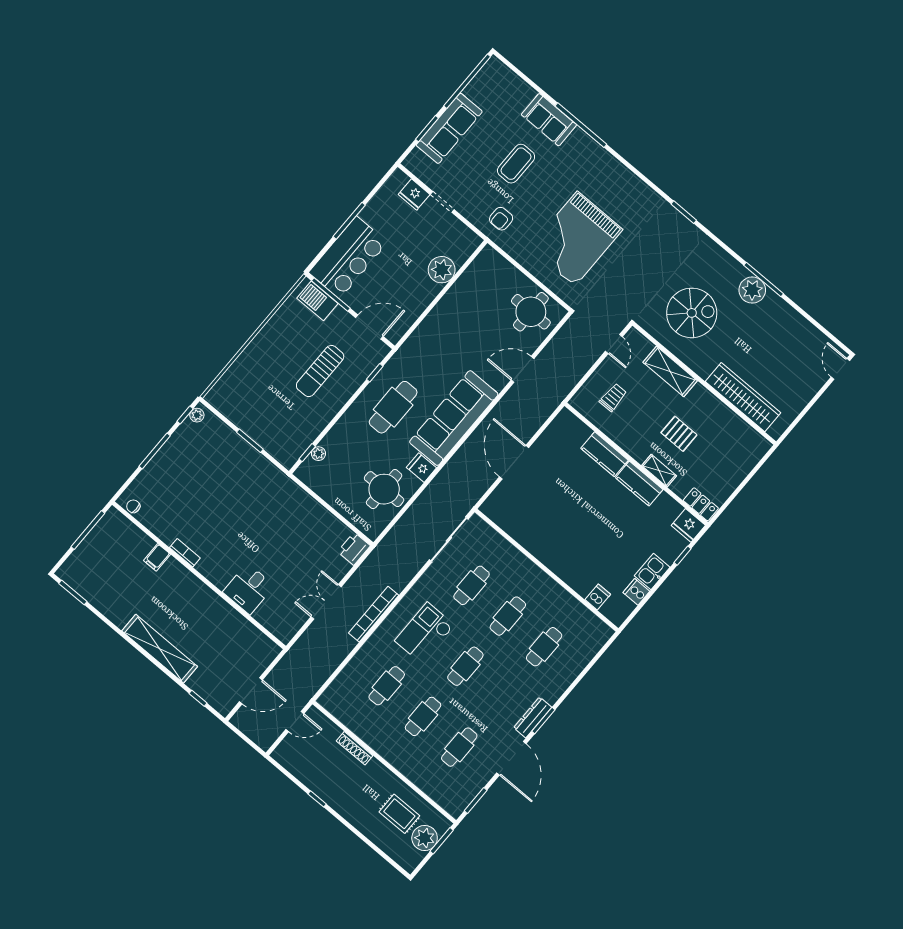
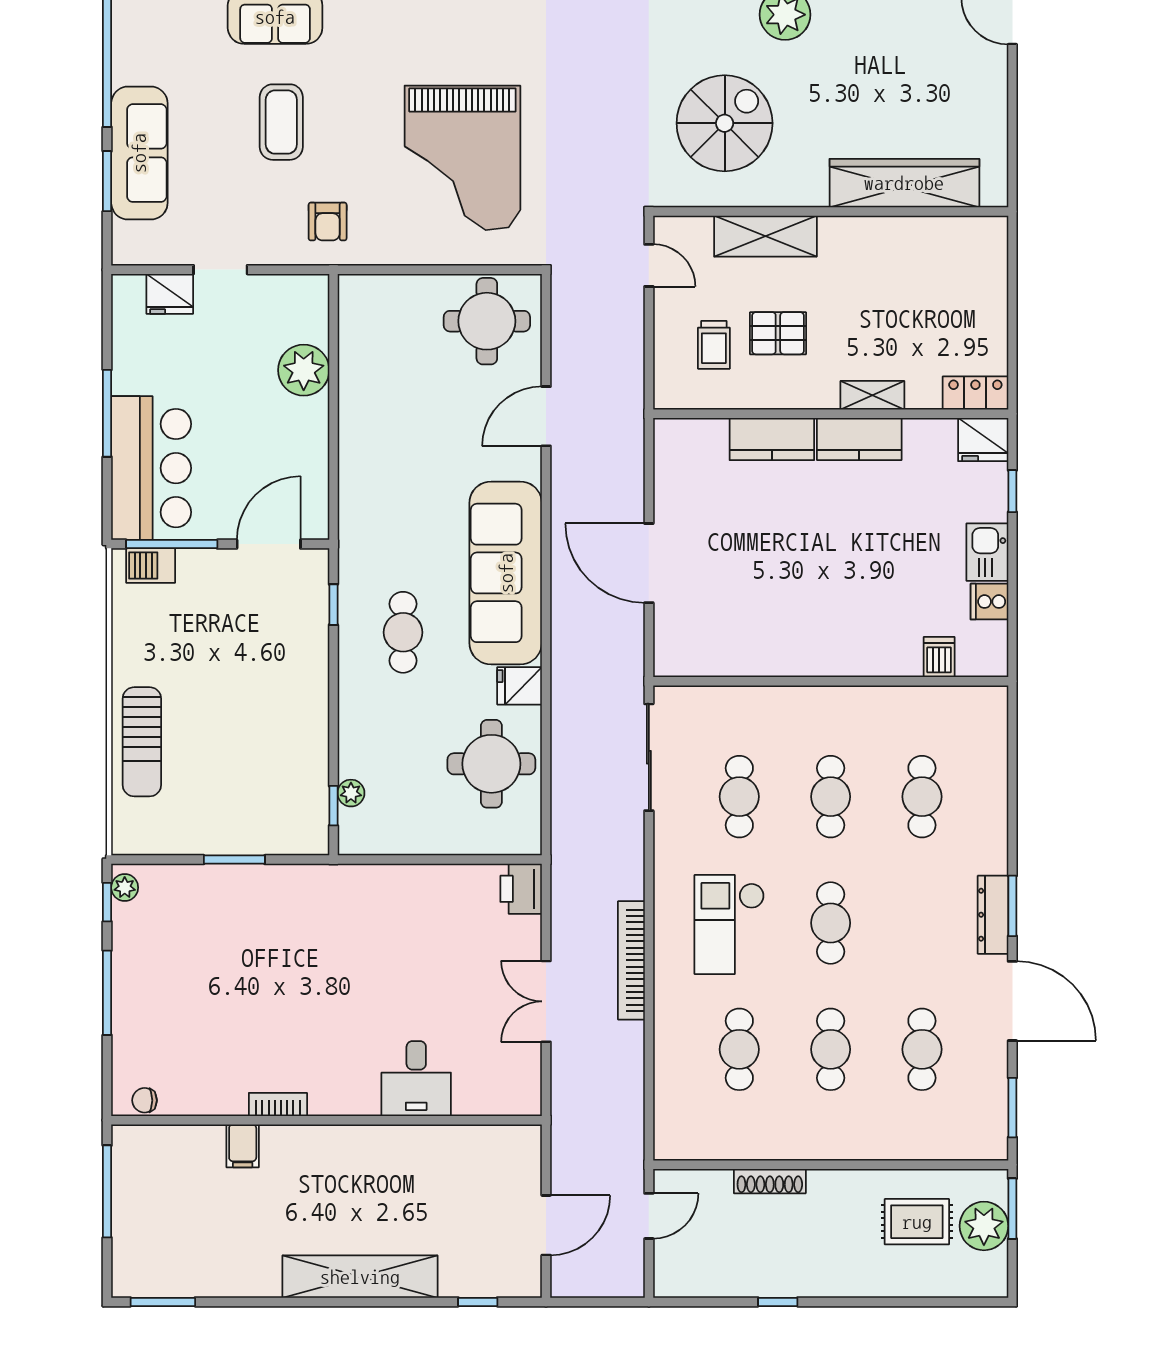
barbecue: (317, 301) -> (151, 566), width x0.73, depth x0.79
sun lounger: (320, 371) -> (142, 742), moved
trolley: (613, 397) -> (714, 345), turned 180
cafe table: (393, 407) -> (403, 632), width x0.73, depth x0.74
pallet: (679, 434) -> (778, 333), moved

